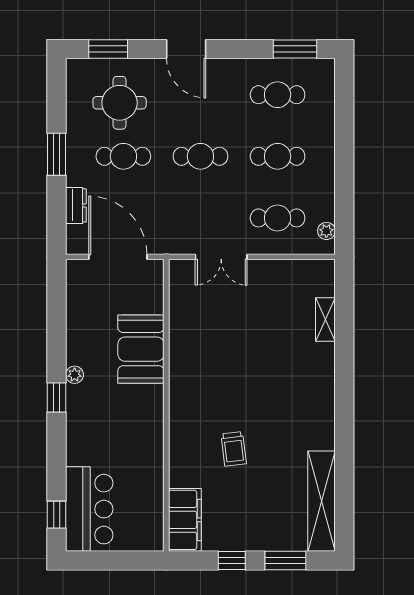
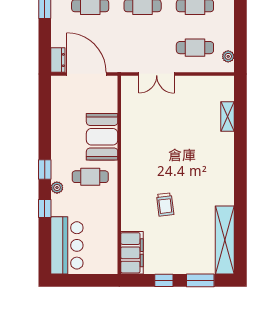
dresser: (76, 205) -> (58, 60), moved
plant: (75, 375) -> (57, 188), moved
cafe table: (124, 408) -> (90, 177), added
window: (57, 515) -> (45, 209), moved

